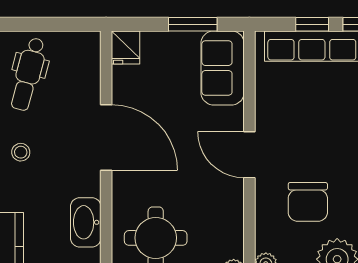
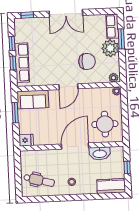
door: (106, 138) -> (75, 146), moved

